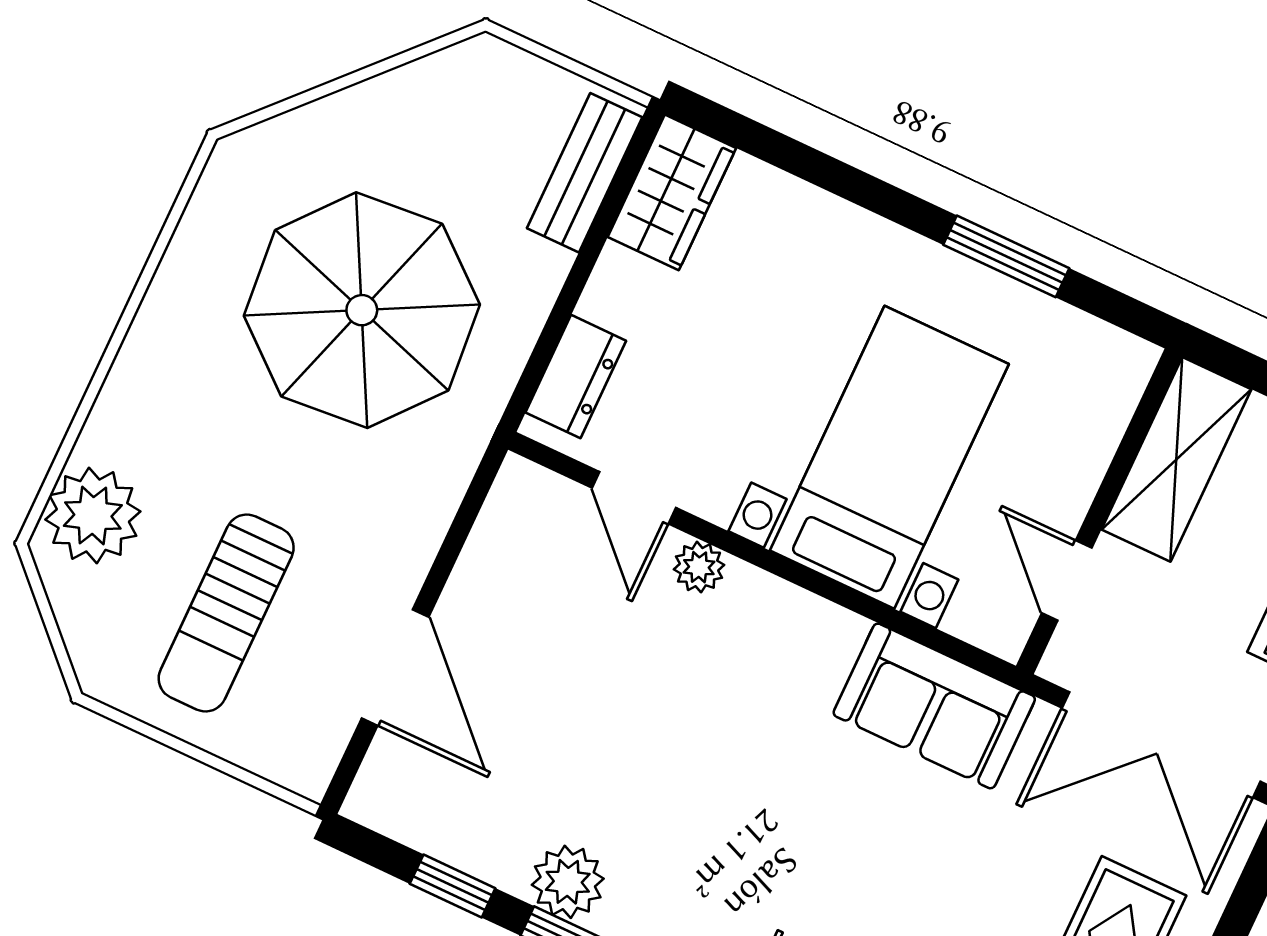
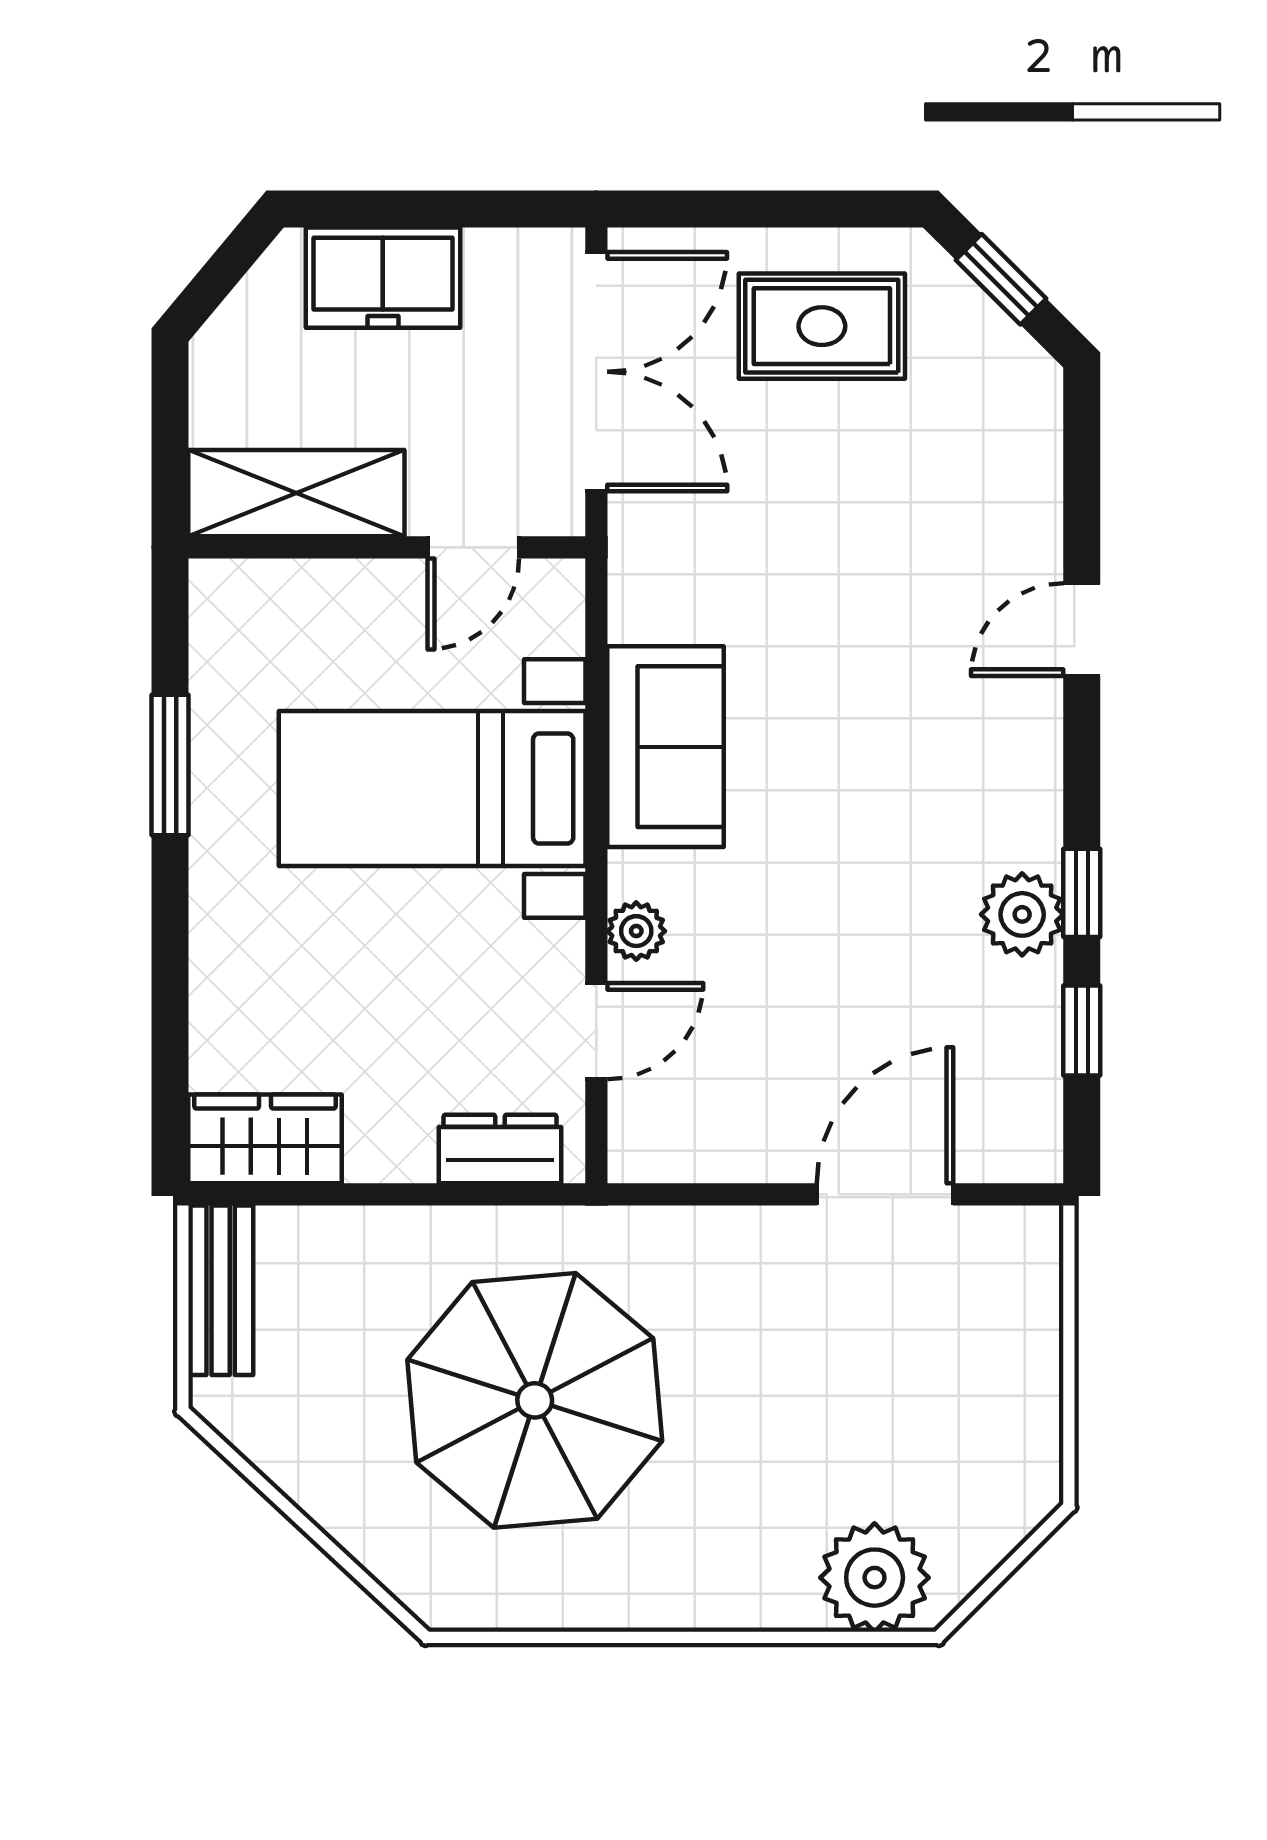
bench: (585, 173) -> (221, 1290), moved, turned 90
sun lounger: (226, 613) -> (911, 1394), removed
sofa: (934, 706) -> (666, 747), moved

